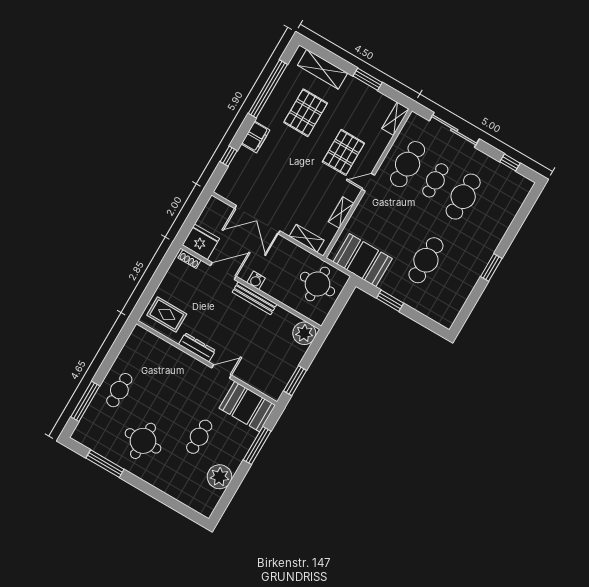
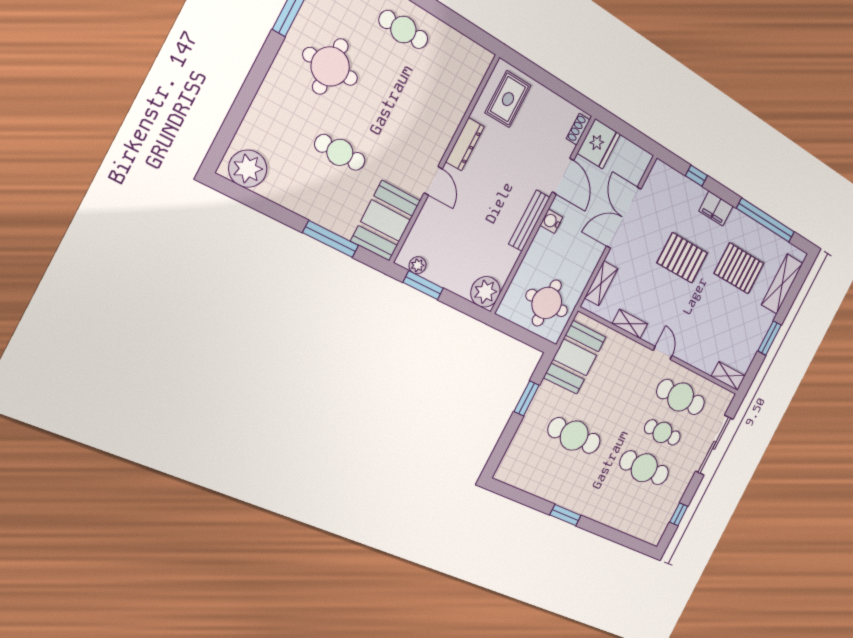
pallet: (343, 152) -> (682, 258), moved
plant: (280, 384) -> (418, 265), added
plant: (220, 477) -> (248, 169), moved

